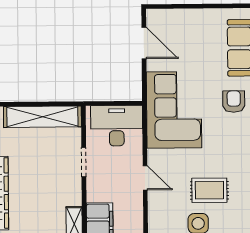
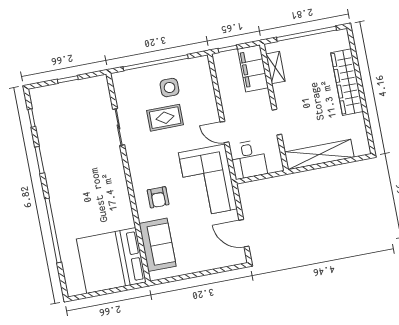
desk: (117, 126) -> (248, 160), width x0.73
door: (145, 178) -> (225, 132), moved

